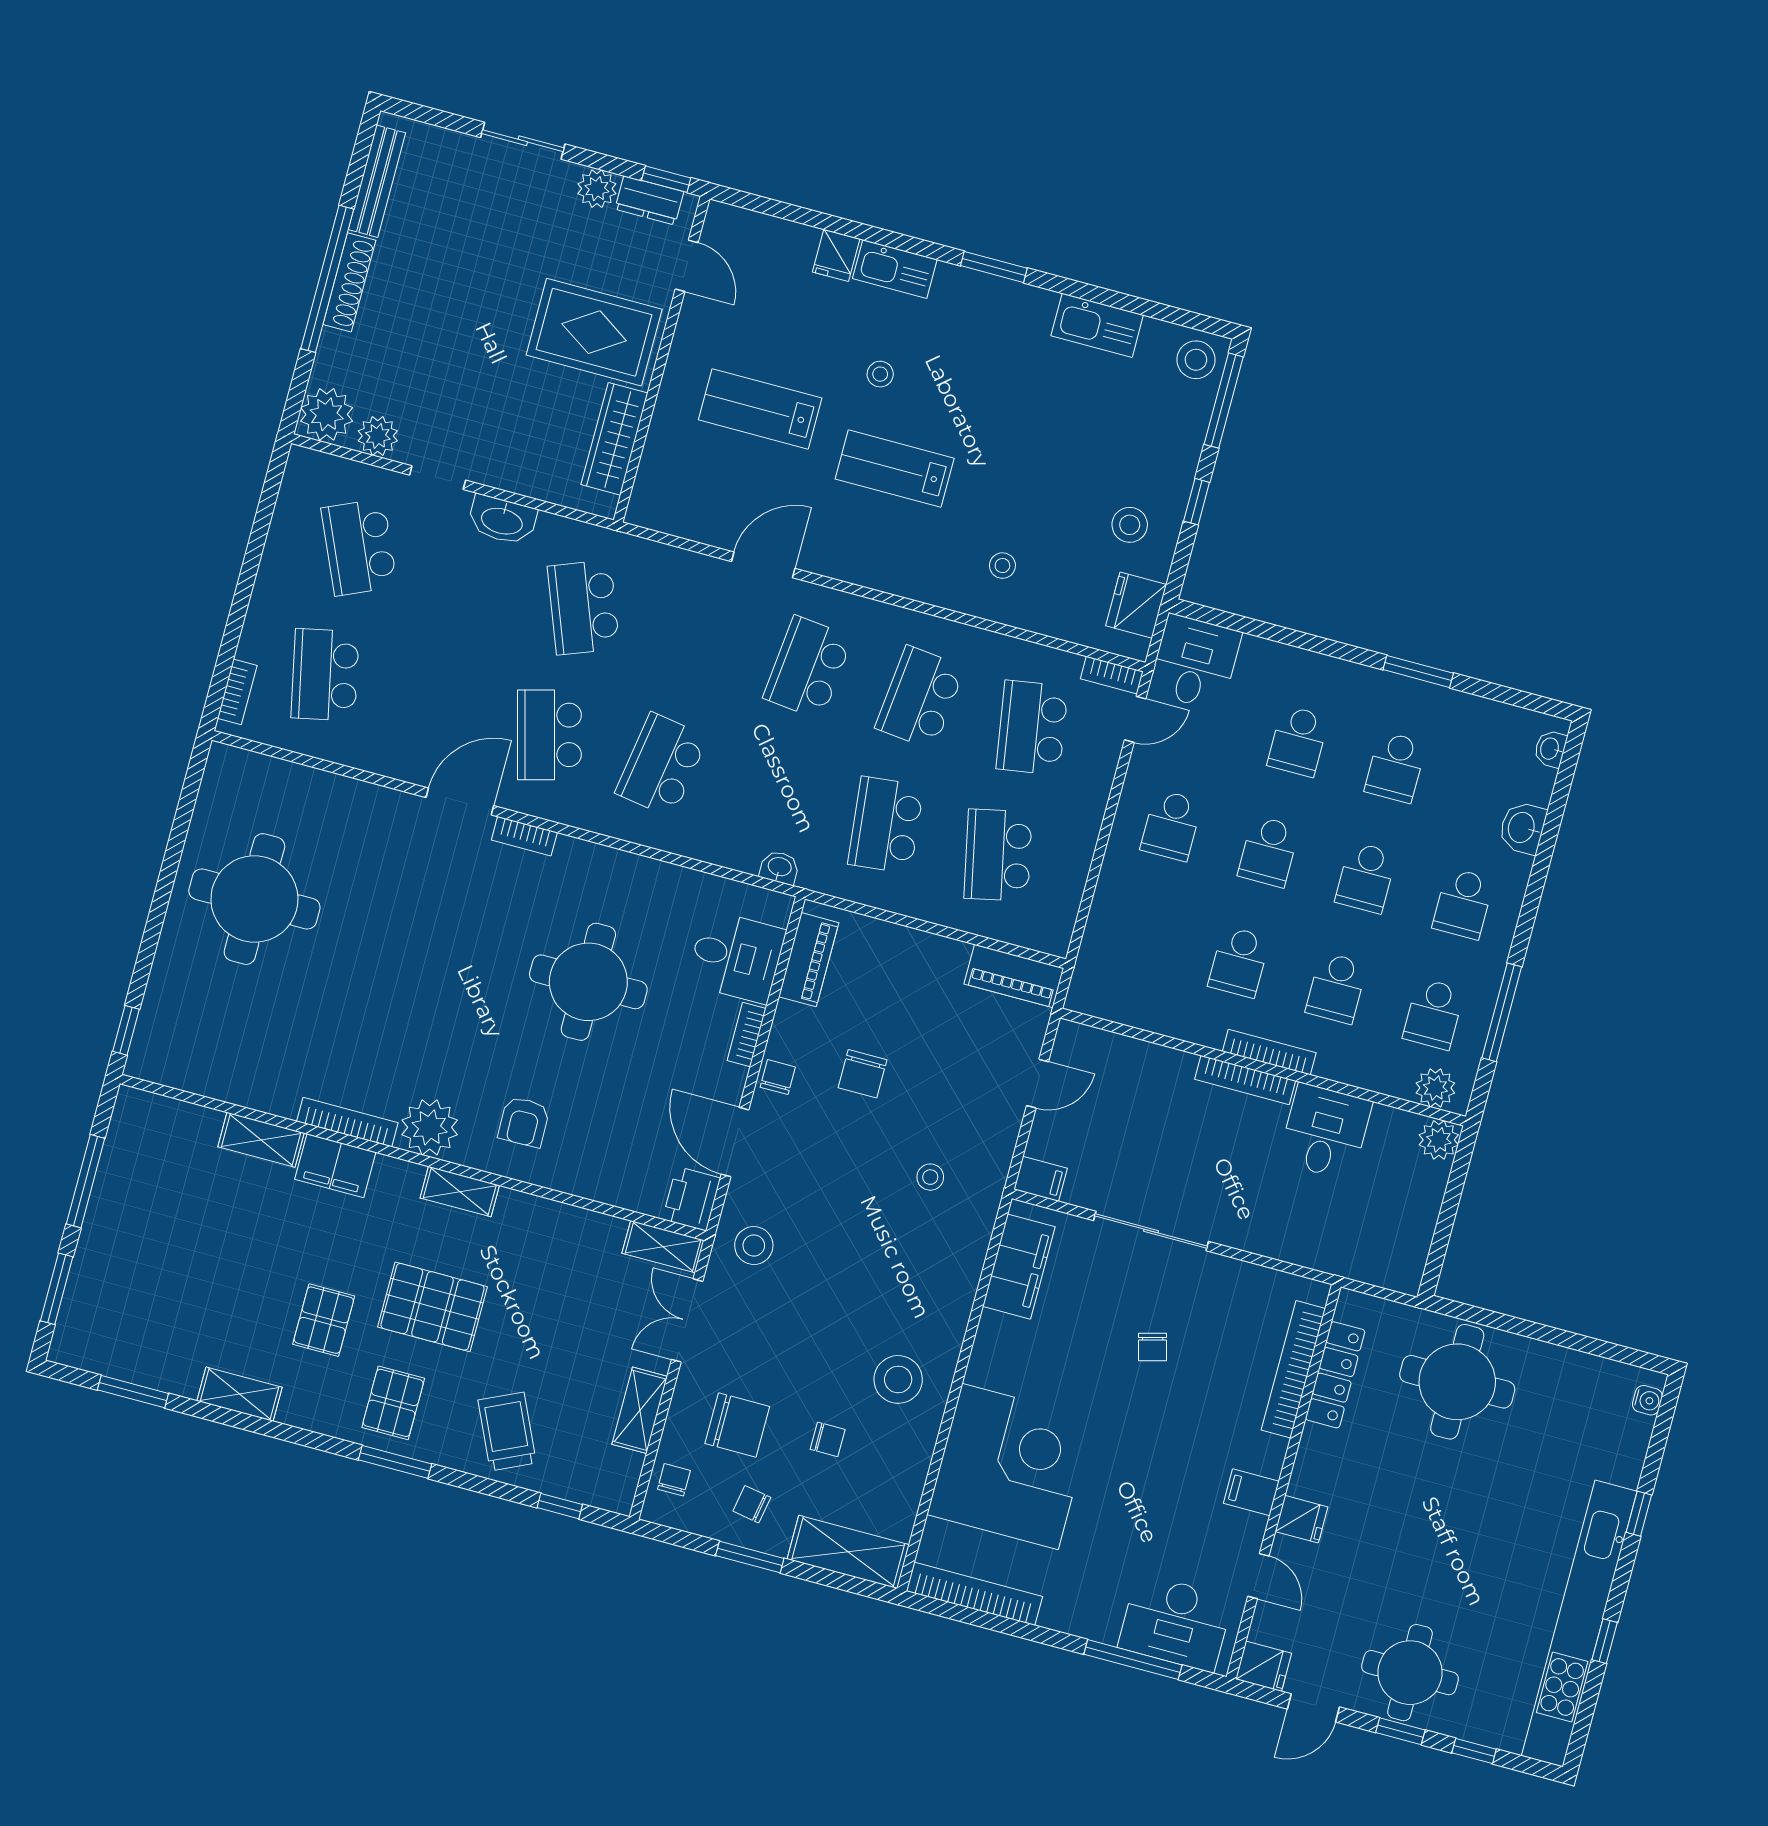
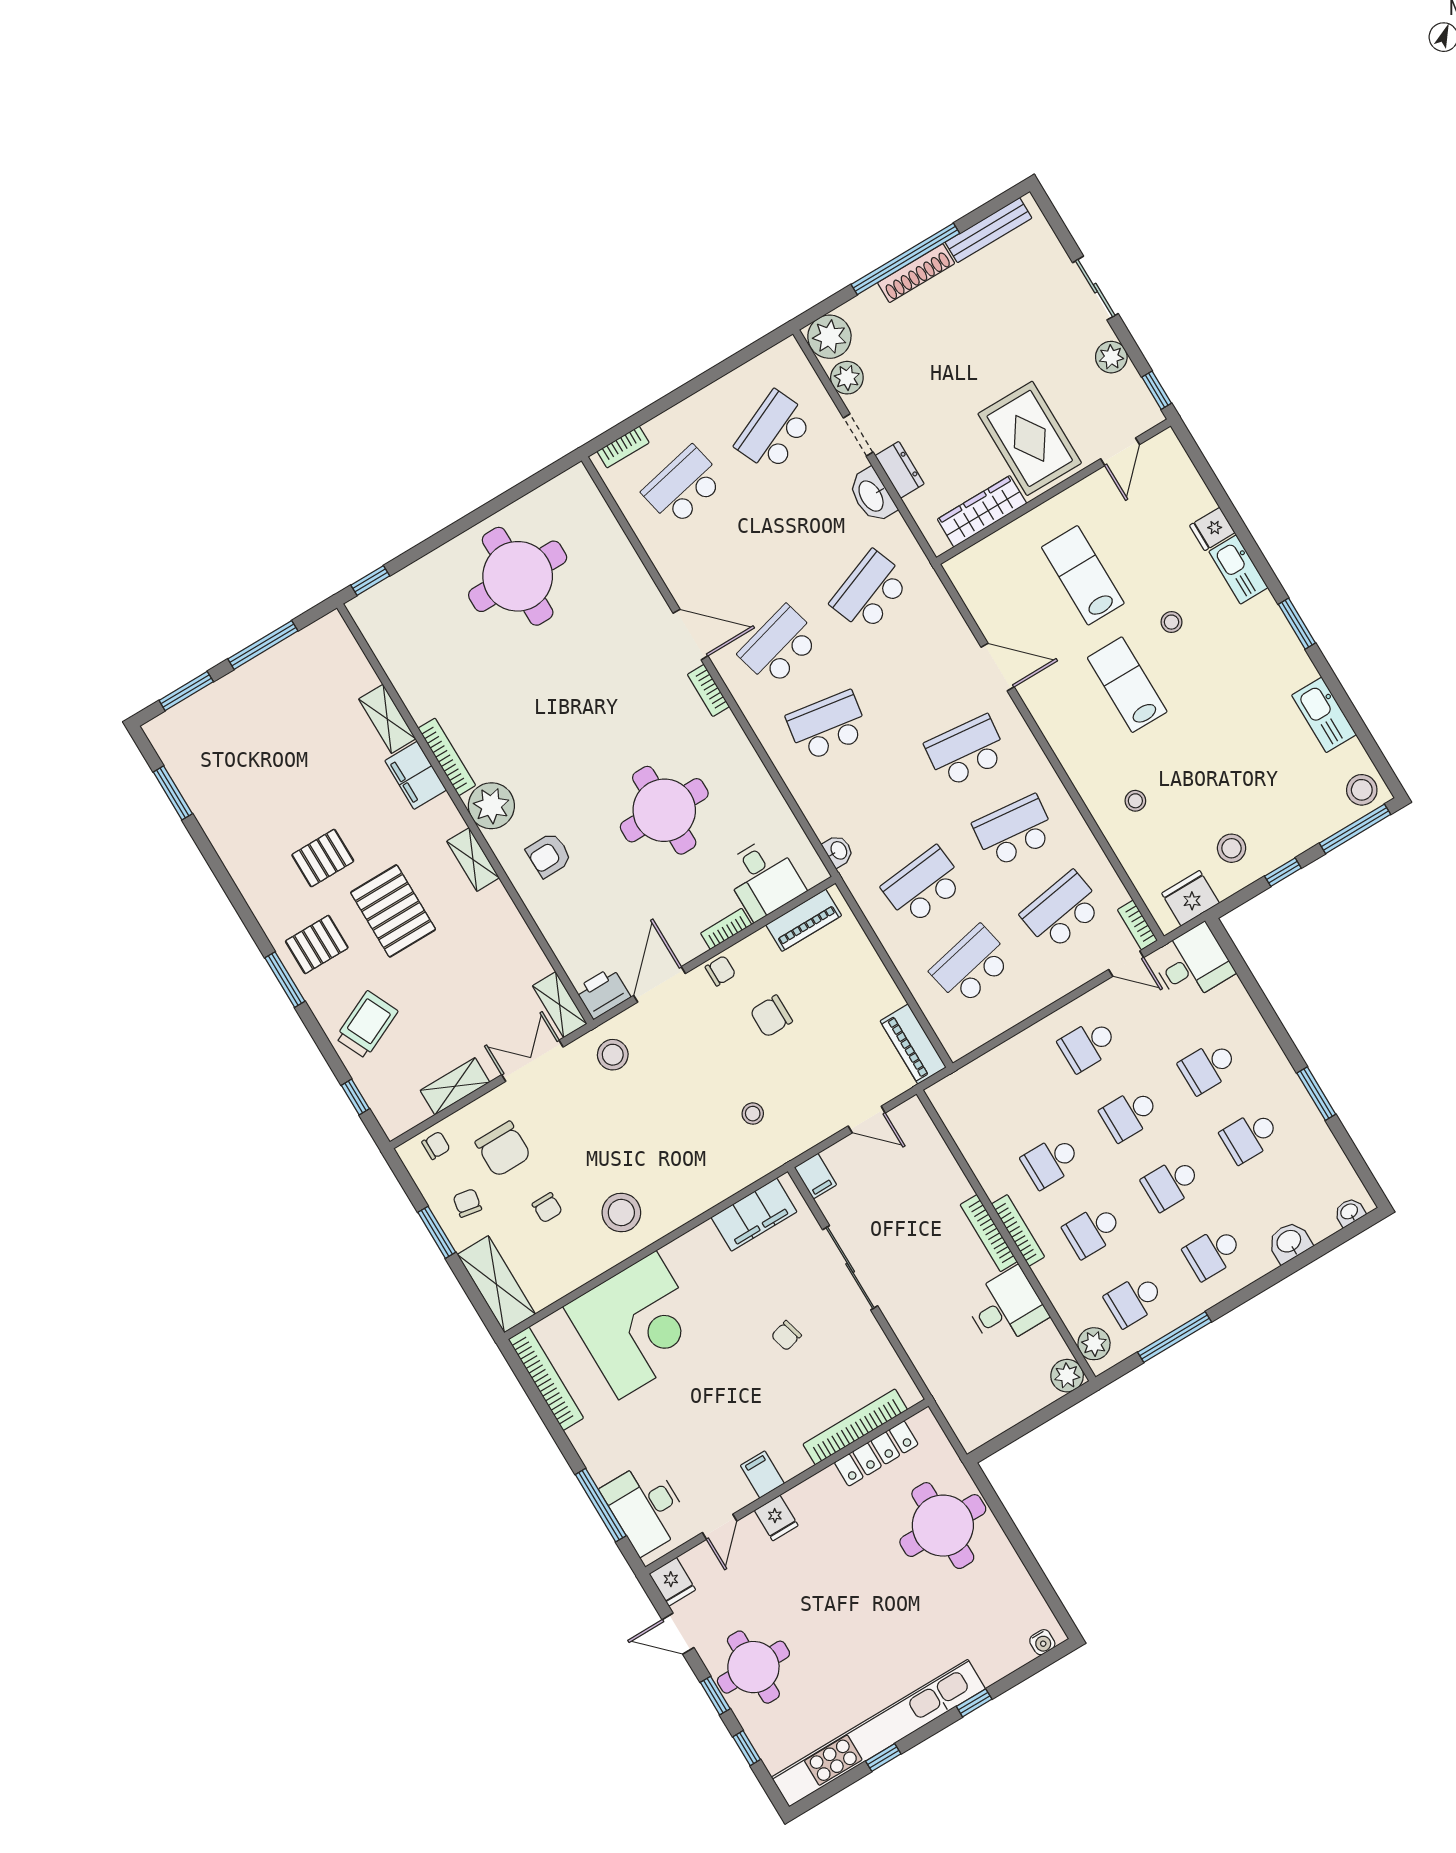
dresser: (649, 200) -> (900, 470), moved, turned 180
shelving: (239, 1394) -> (233, 854), removed

